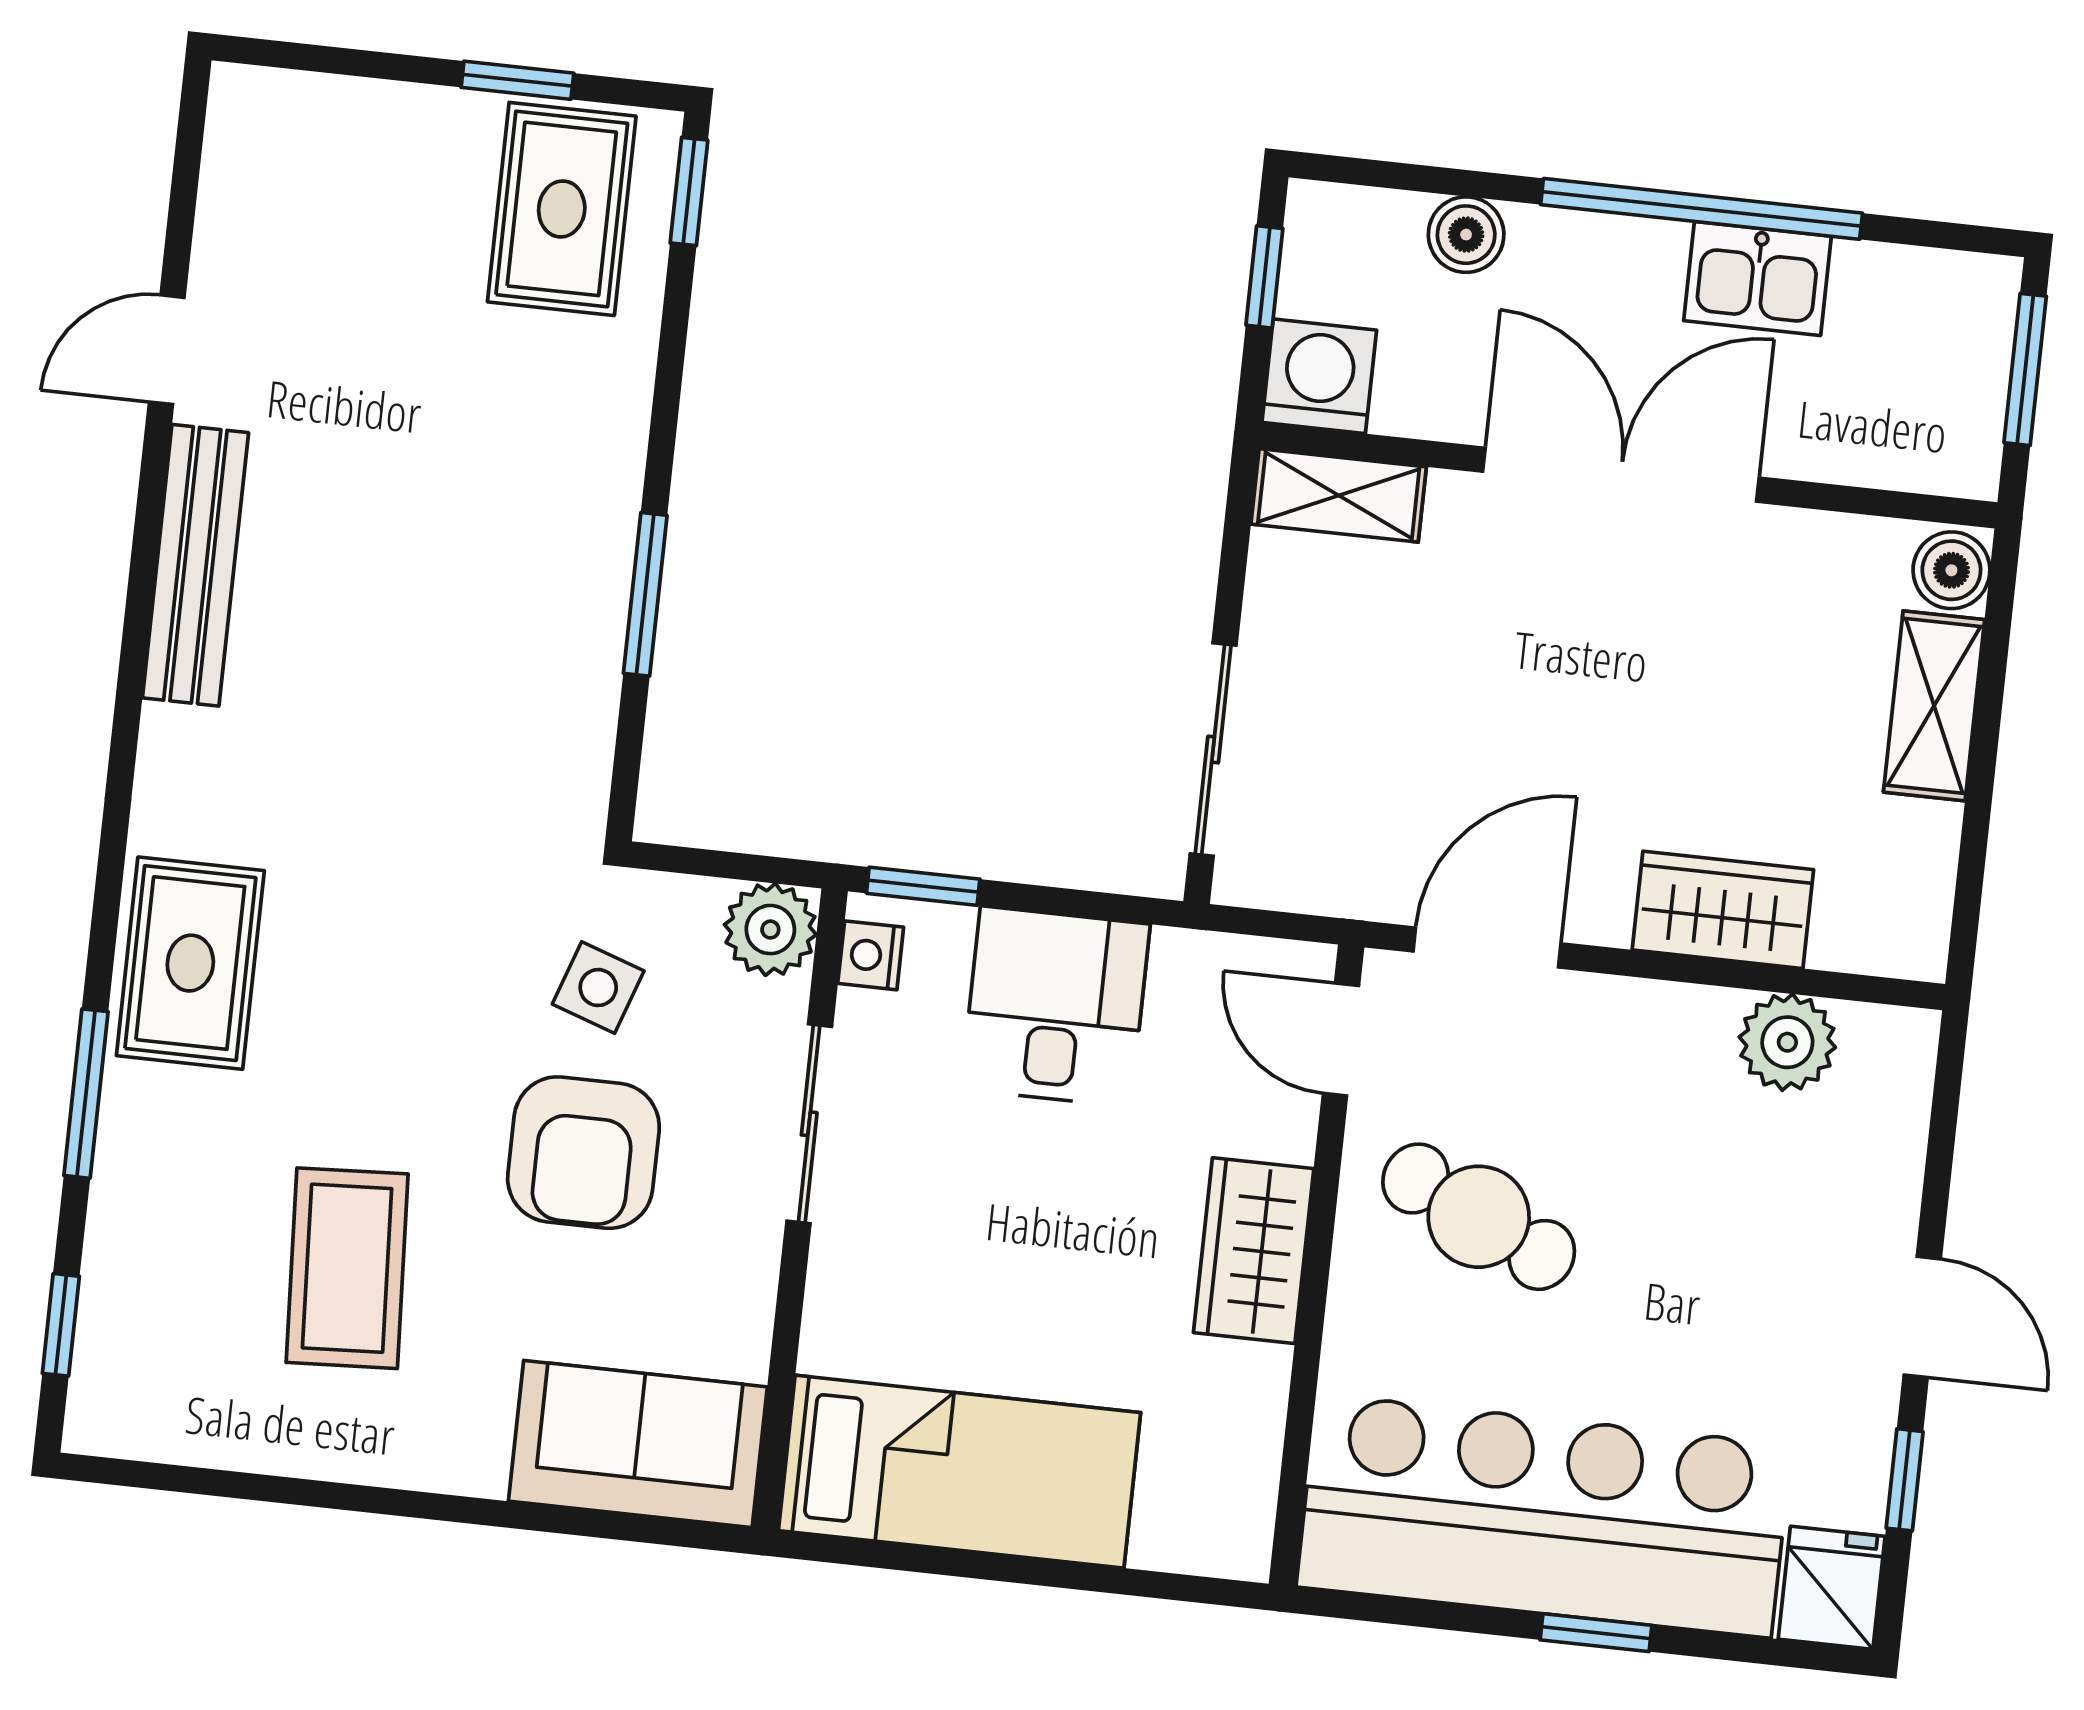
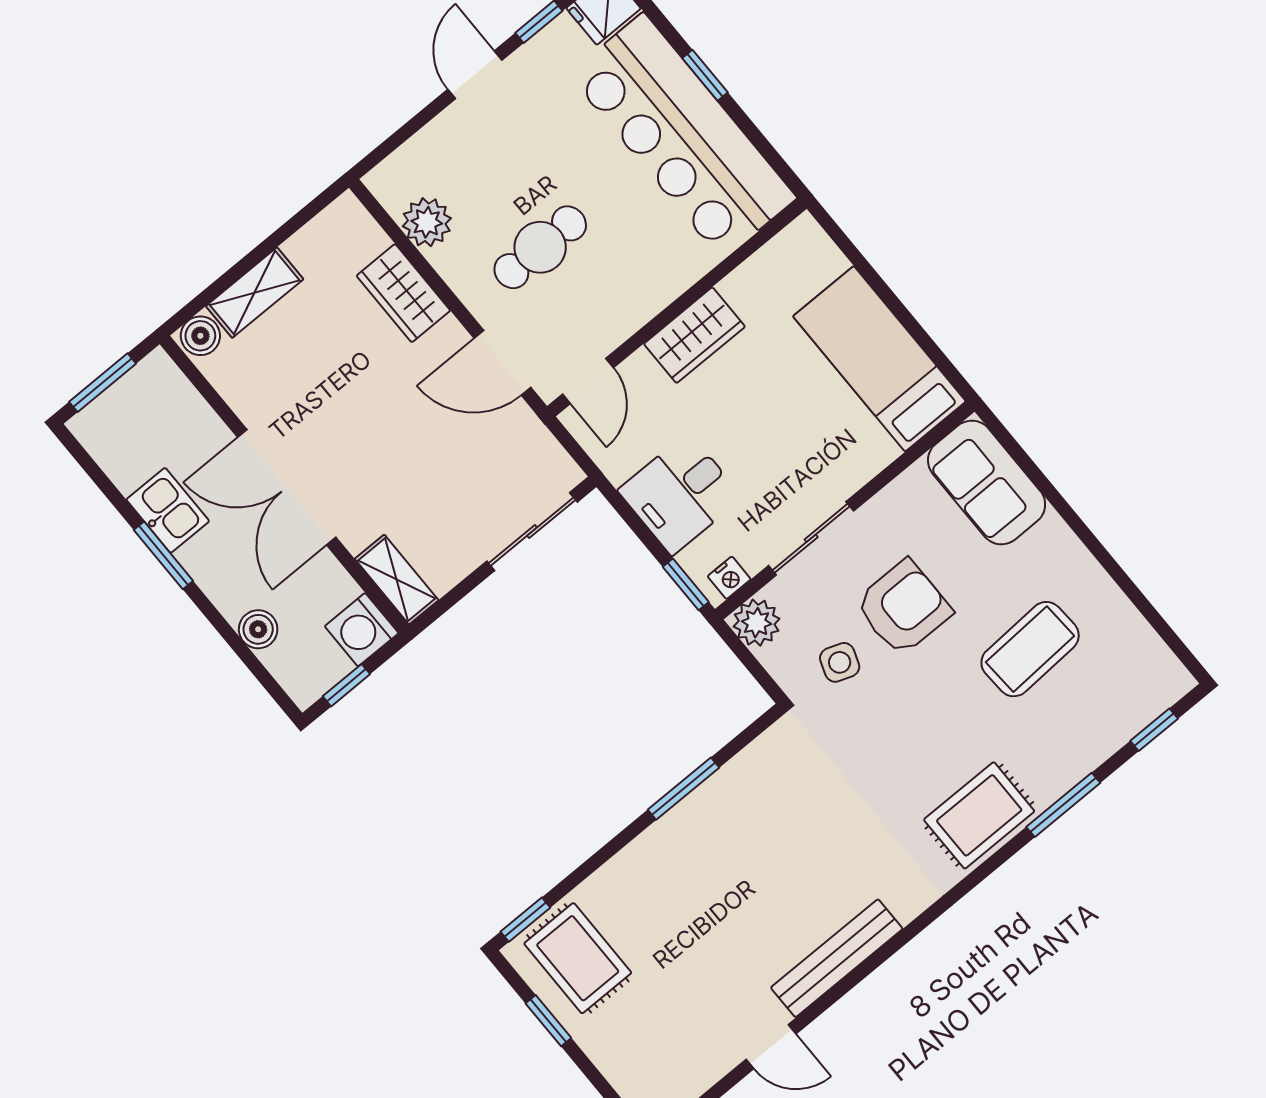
rug: (562, 209) -> (578, 958), turned 90
window: (1702, 209) -> (163, 555), width x0.47
cafe table: (1479, 1217) -> (540, 247), moved, turned 65

